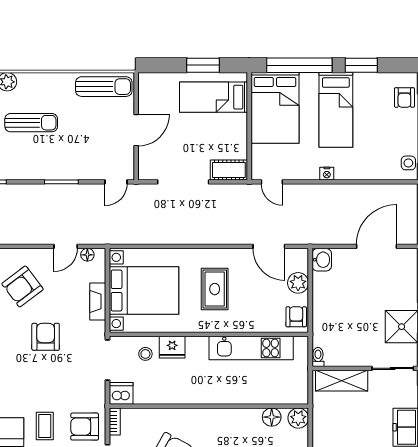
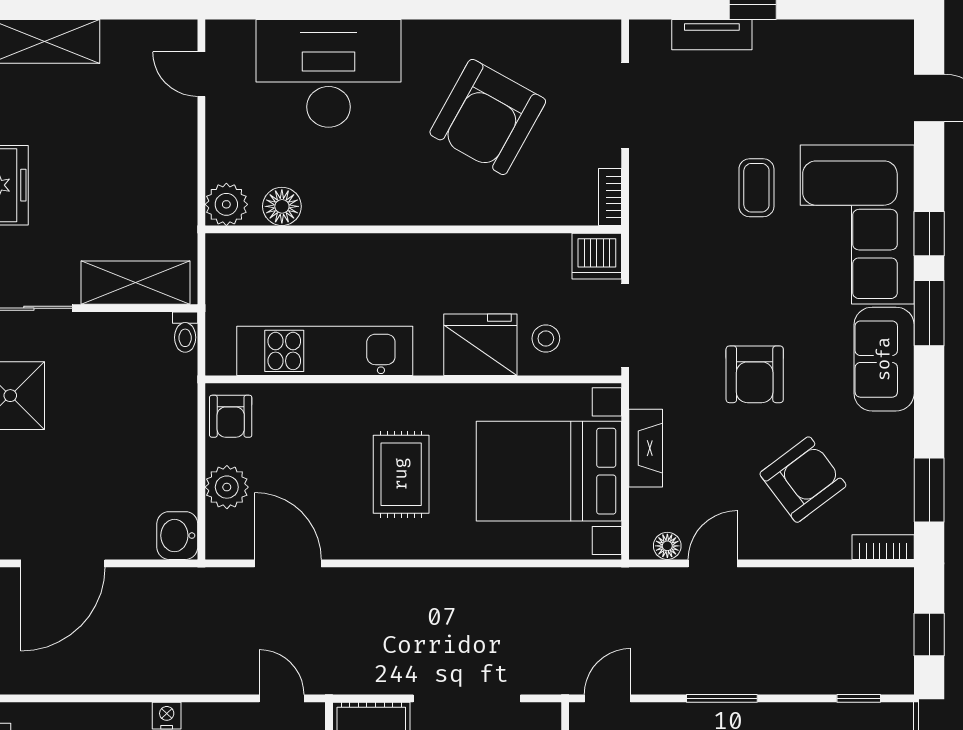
fridge: (172, 347) -> (480, 345), width x1.36, depth x1.34
armchair: (85, 427) -> (673, 187), removed

